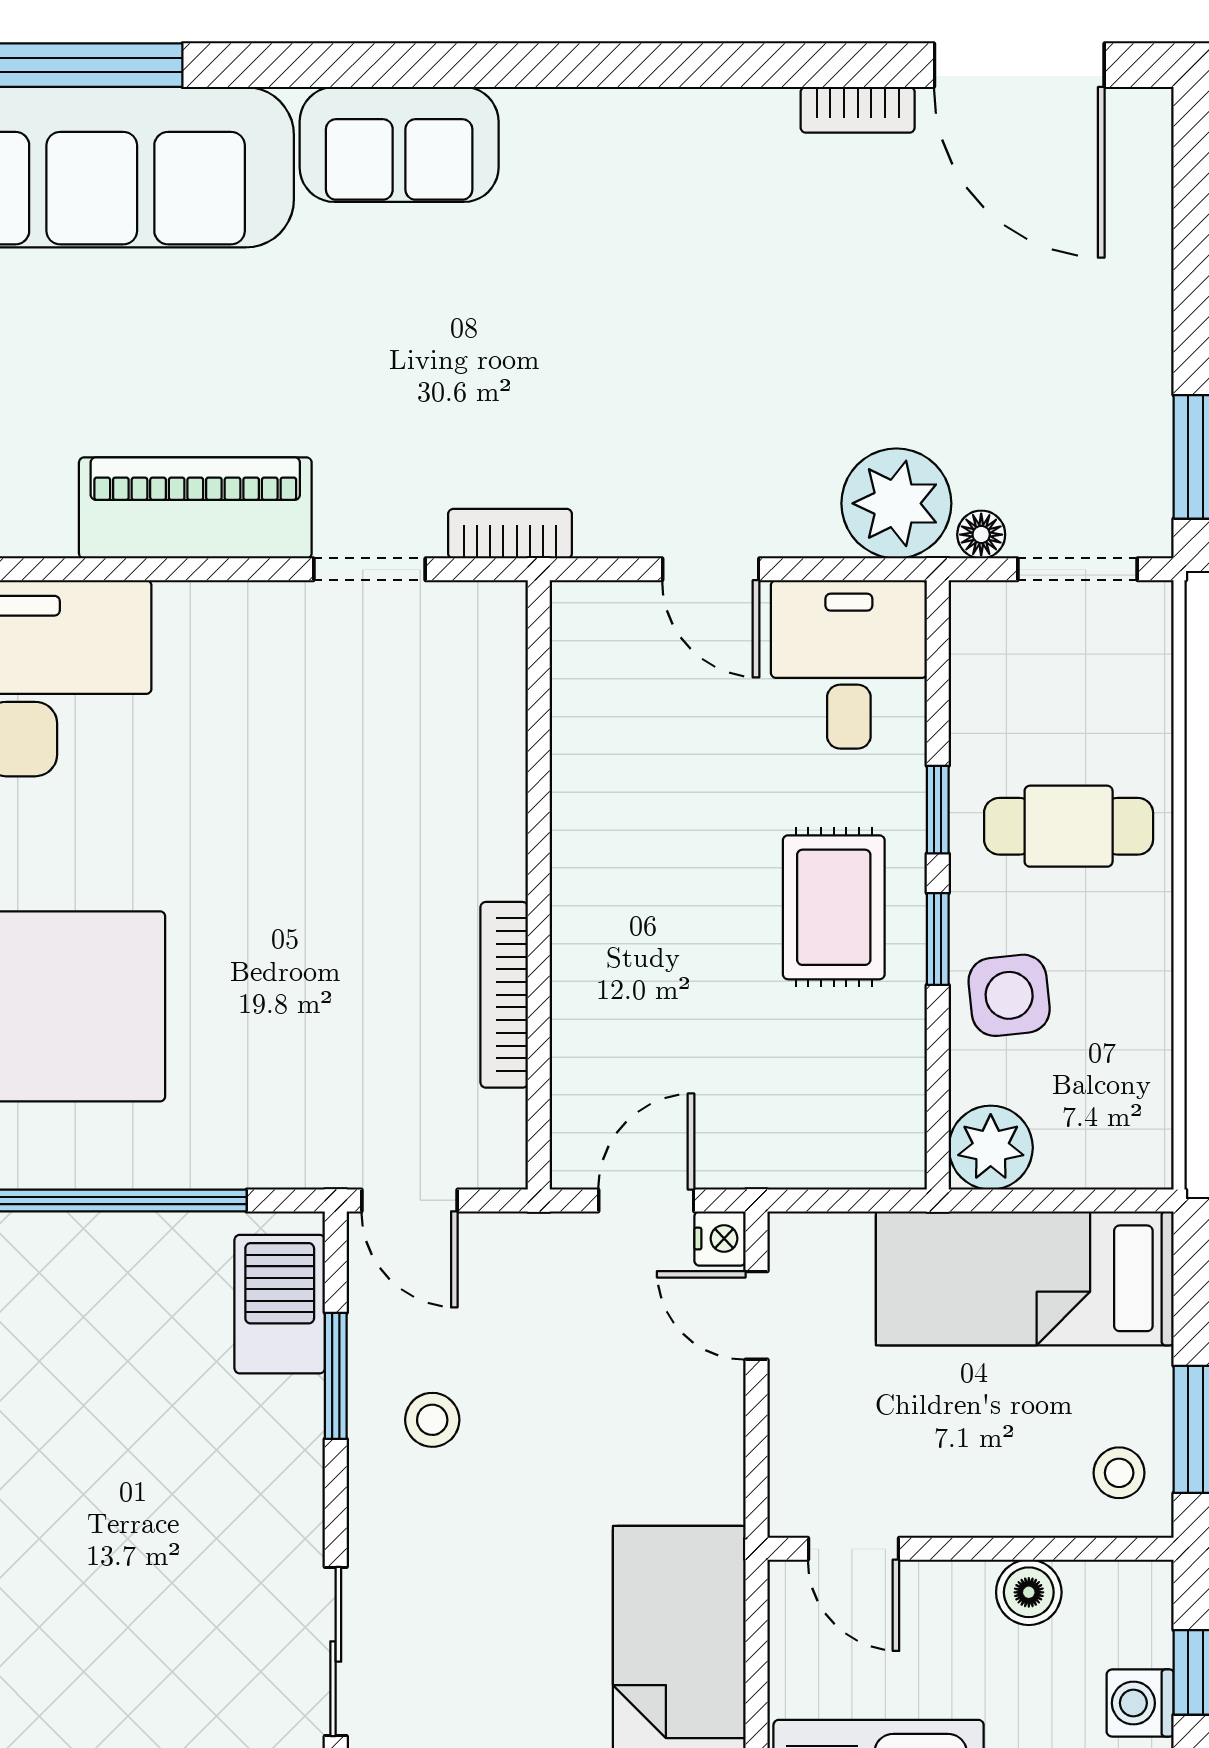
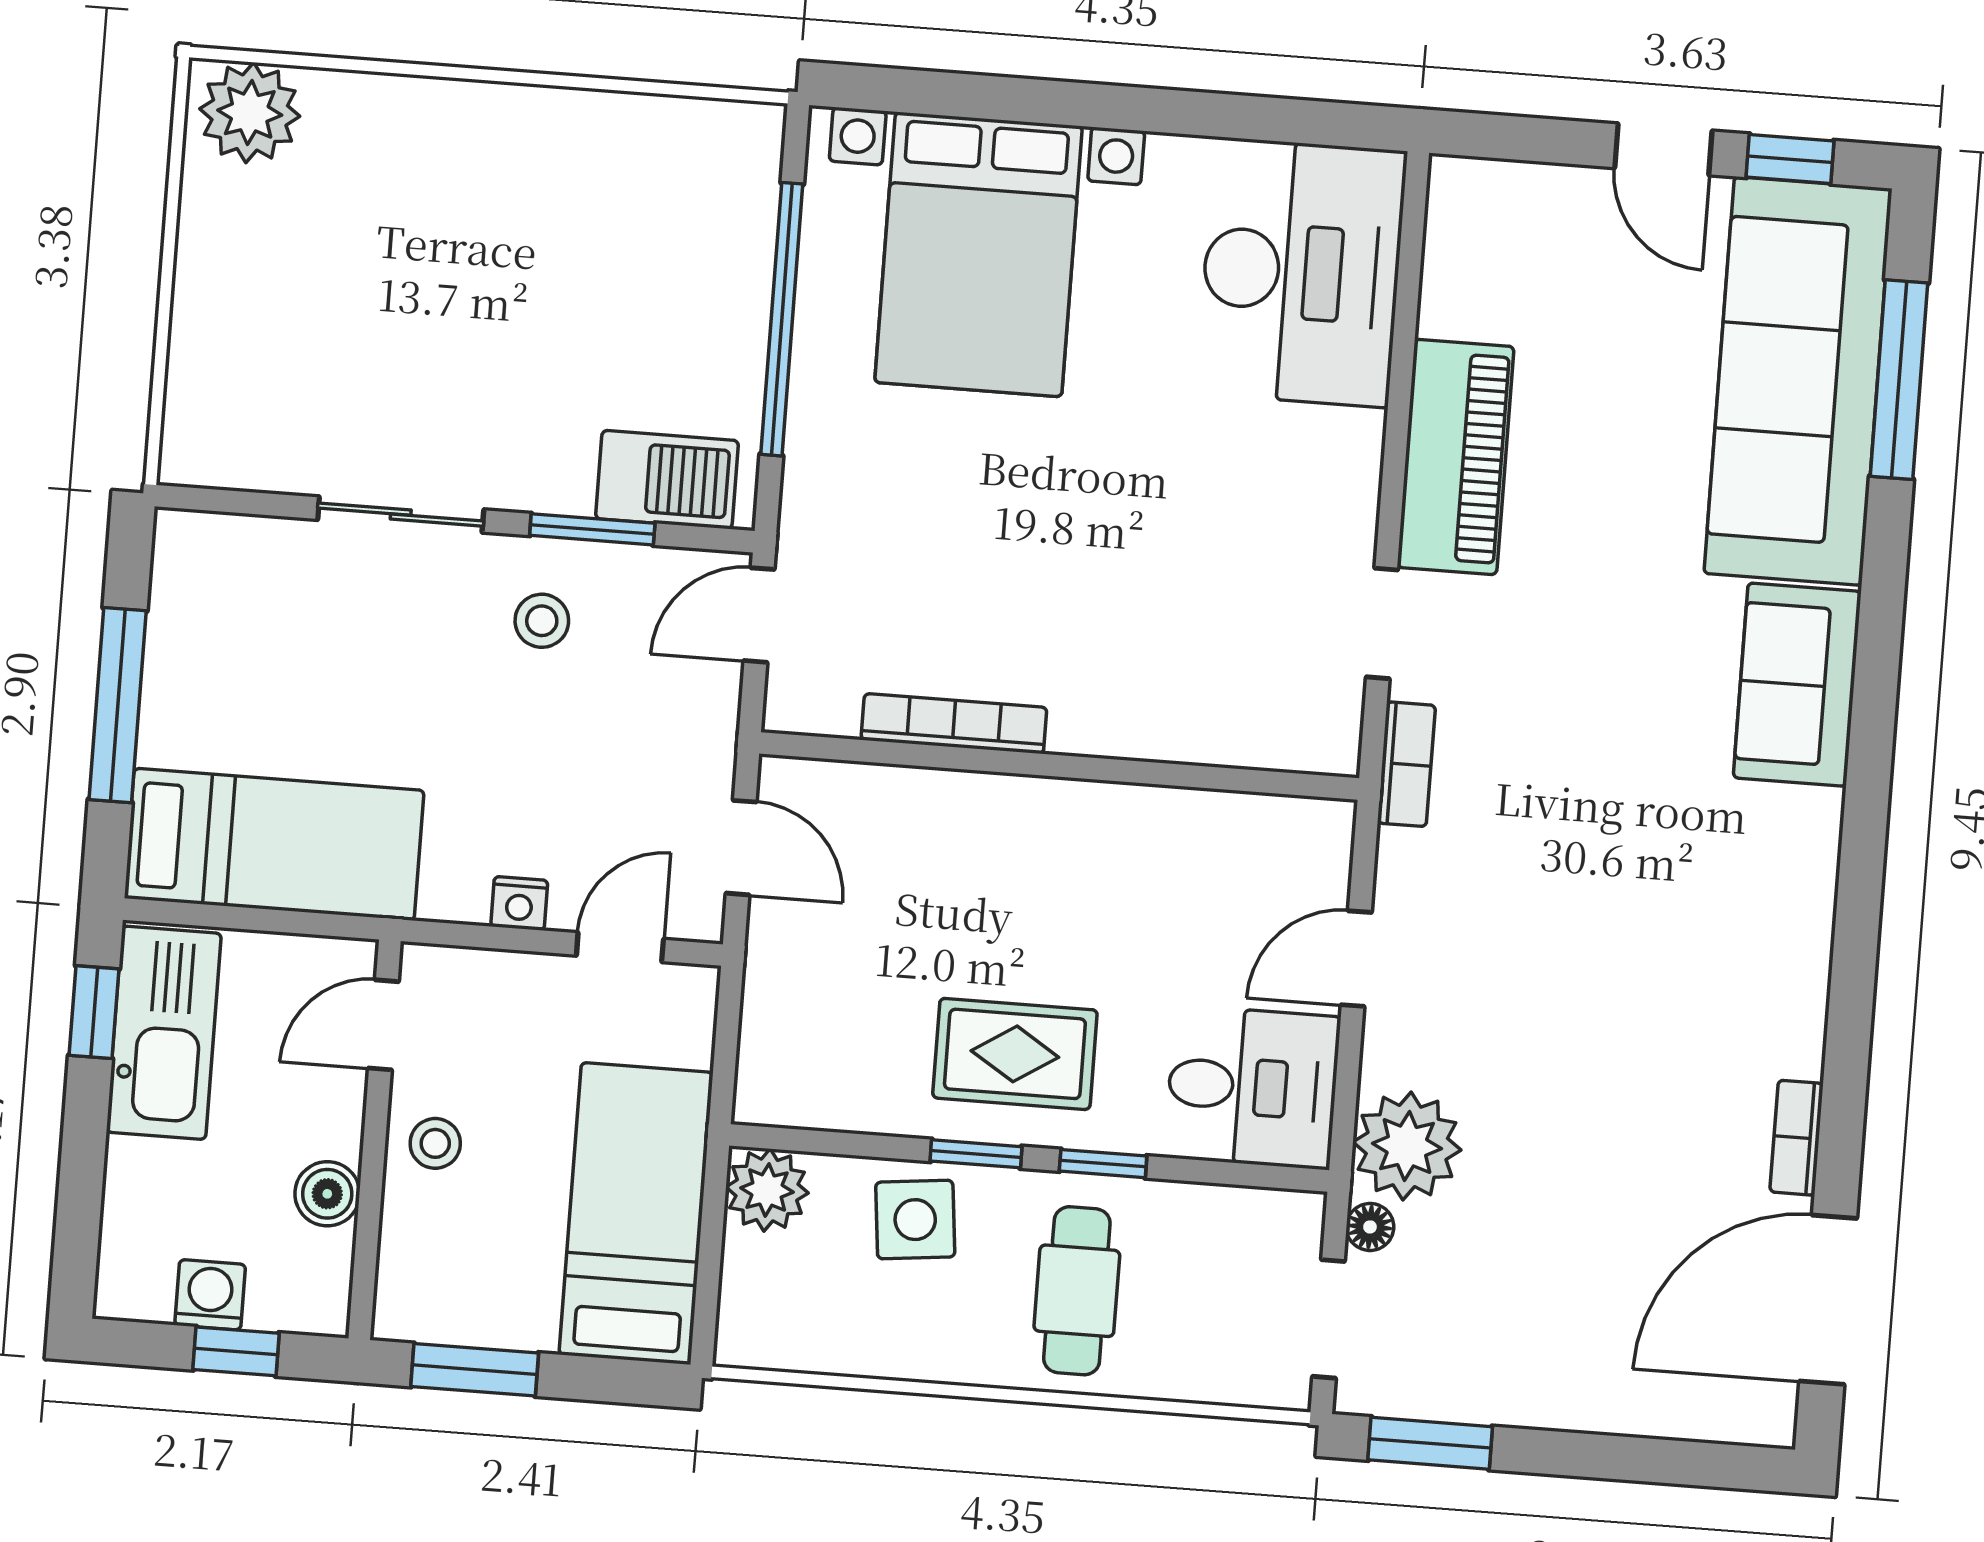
nightstand: (720, 1239) -> (519, 903), moved
stool: (1119, 1473) -> (435, 1143), moved
sliding door: (336, 1651) -> (401, 515), moved

